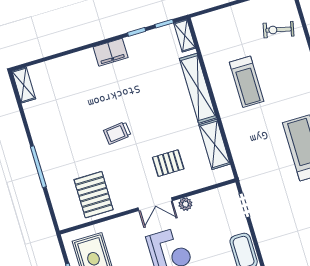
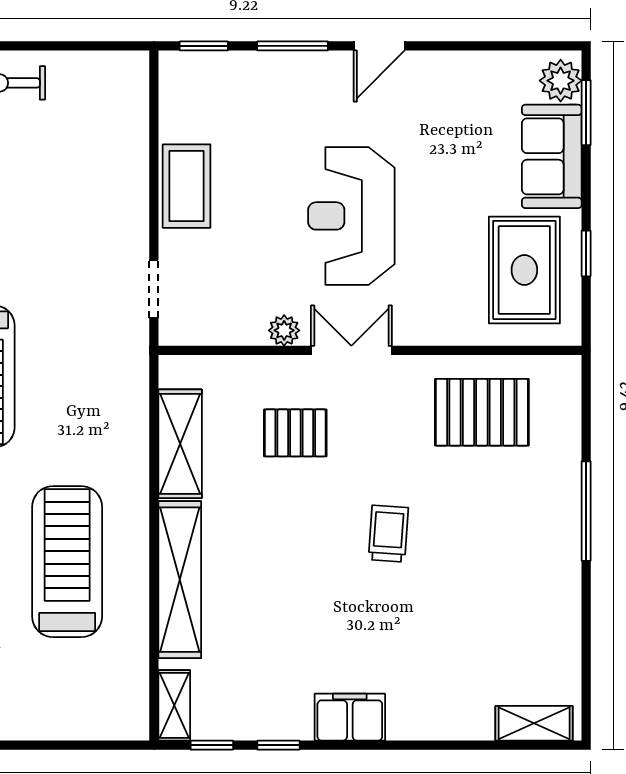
treadmill: (247, 82) -> (67, 562), width x1.37, depth x1.38
shelving: (24, 85) -> (534, 723), moved, turned 90
trolley: (117, 133) -> (388, 534), turned -80
pallet: (94, 195) -> (482, 412), turned 90

